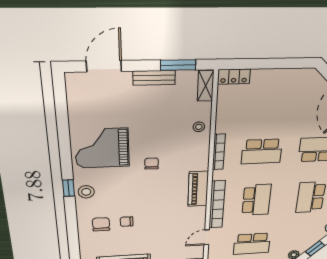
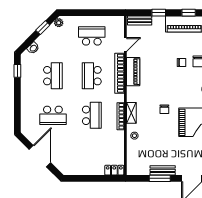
window: (178, 65) -> (160, 178), moved
shelving: (206, 86) -> (131, 113), moved
school desk: (262, 151) -> (92, 115), turned 90
piano: (198, 189) -> (133, 72), moved

